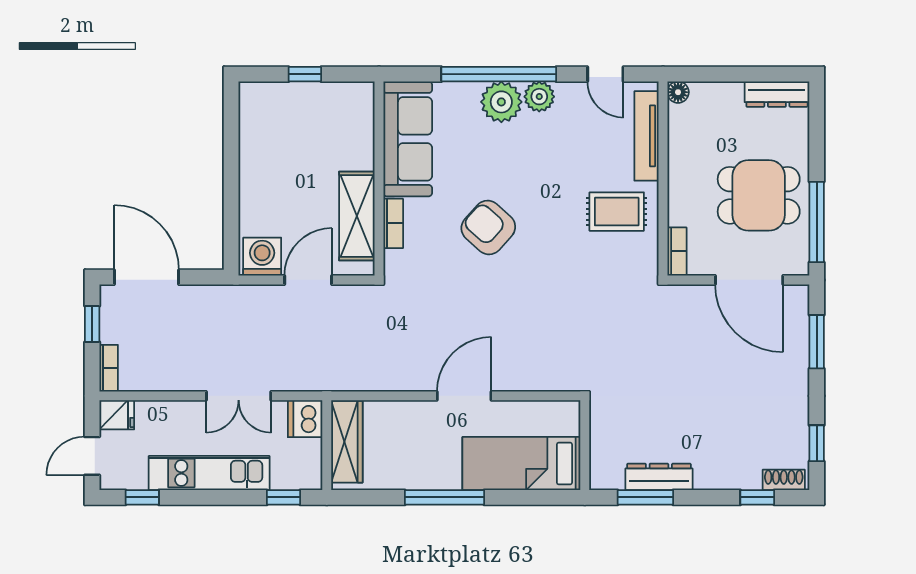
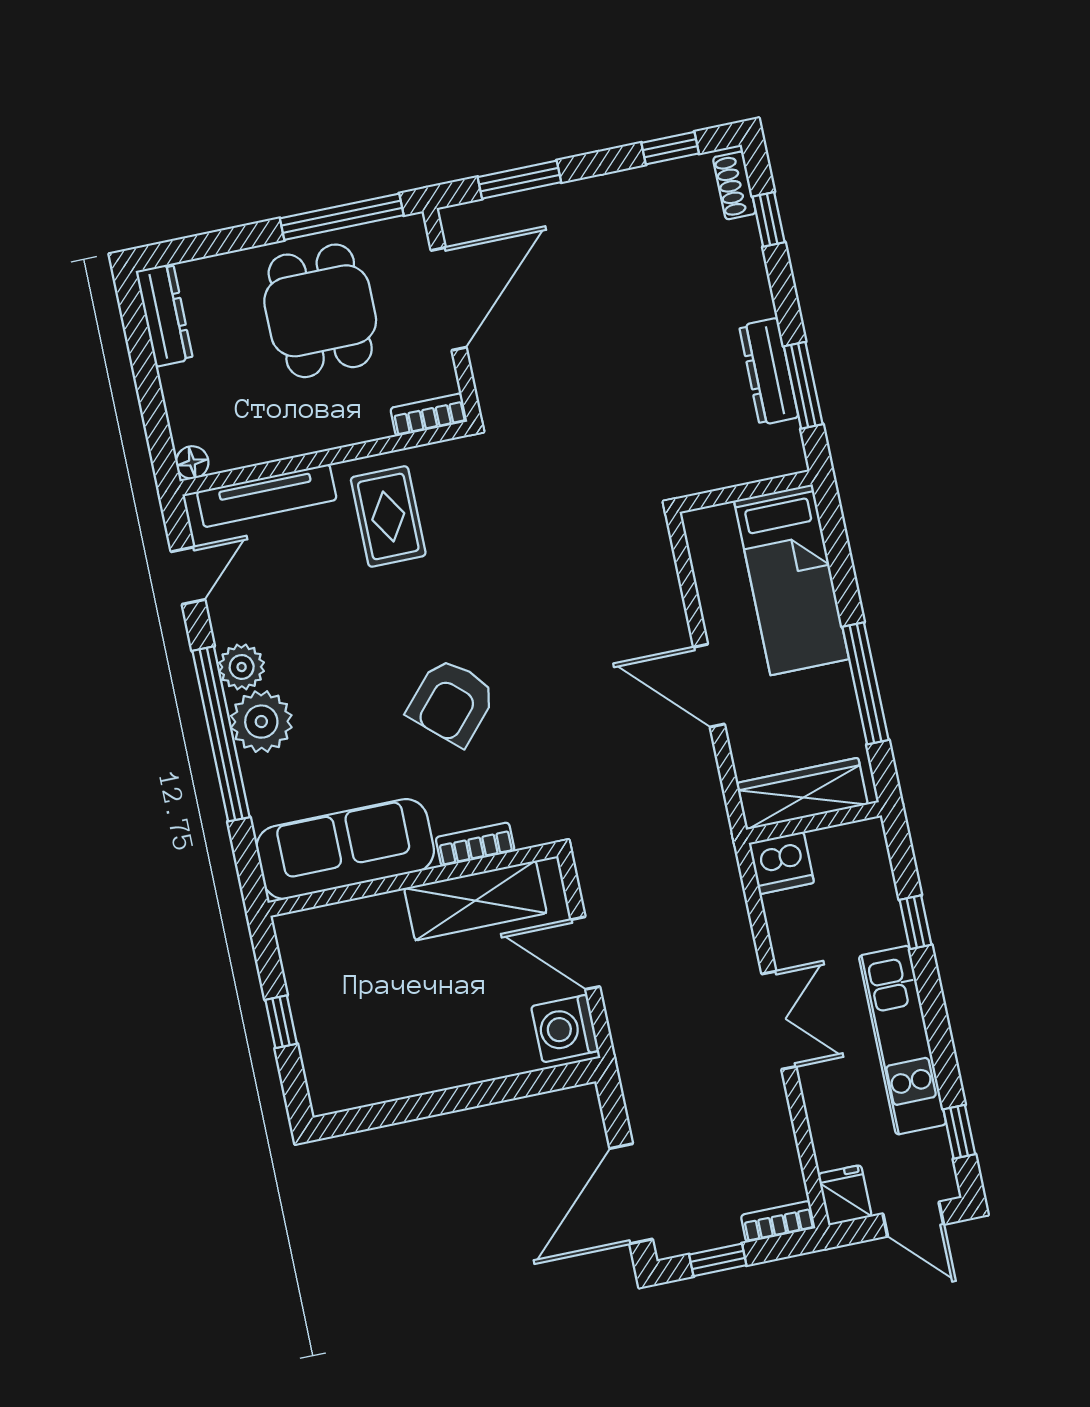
dishwasher: (305, 419) -> (781, 863), moved
wardrobe: (347, 442) -> (803, 794), moved
wall: (327, 445) -> (814, 823), moved

